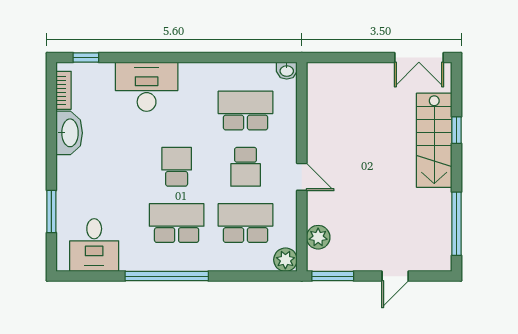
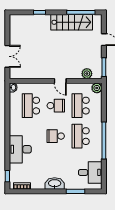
double door: (419, 58) -> (7, 56), moved
washbasin: (69, 133) -> (55, 184), moved
stairs: (434, 140) -> (72, 22), moved
door: (302, 177) -> (60, 81), swing flipped

